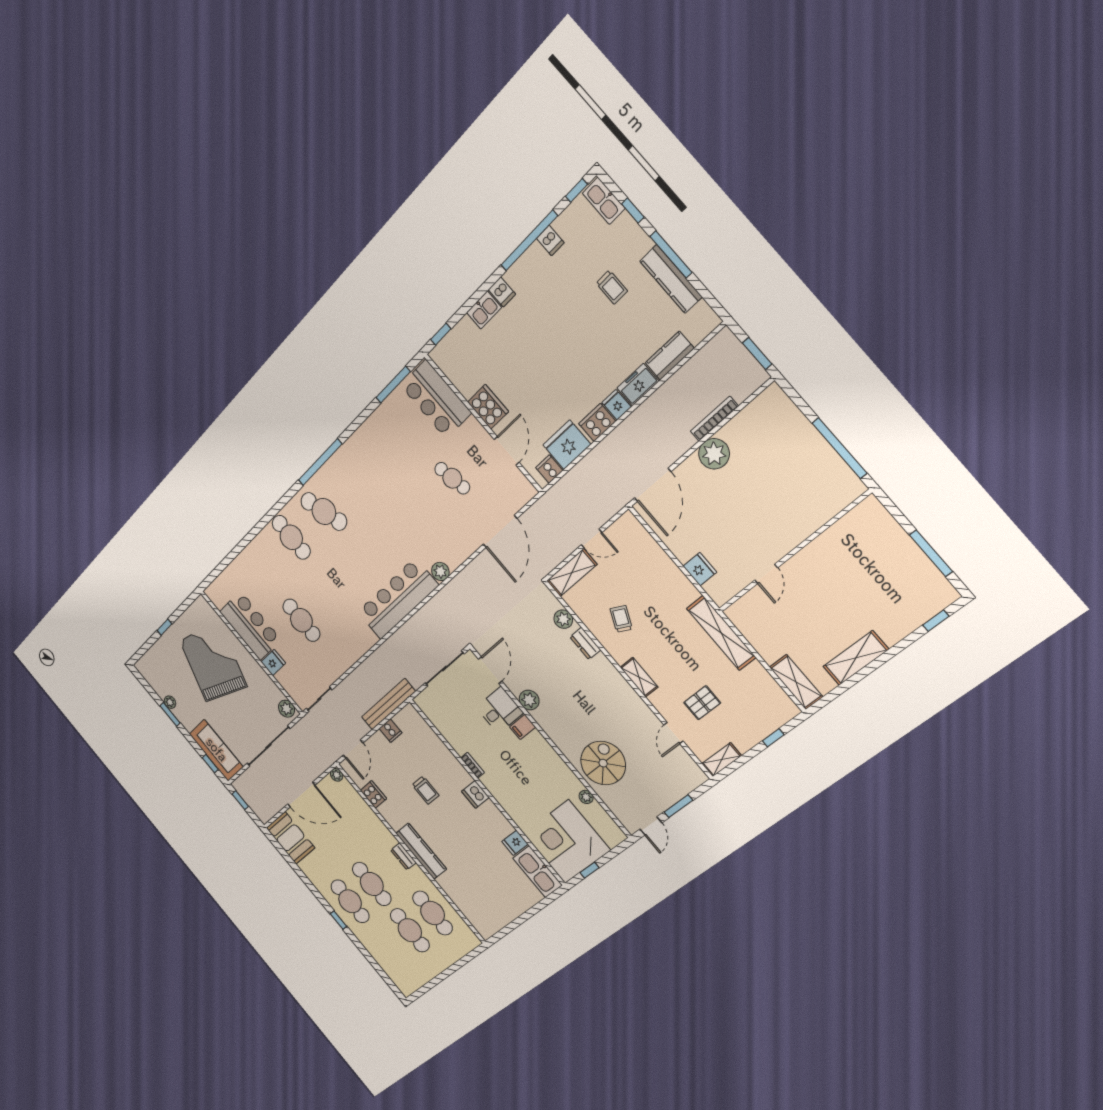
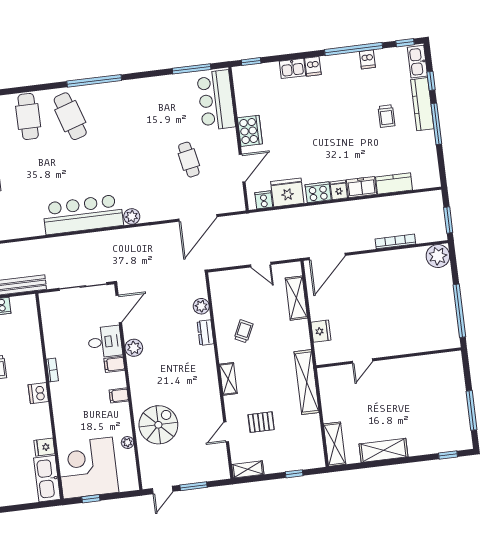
kitchen counter: (671, 279) -> (422, 104), moved
plant: (714, 454) -> (438, 256), moved
shelving: (572, 573) -> (296, 298), moved, turned 90
filing cabinet: (547, 755) -> (119, 395), added

